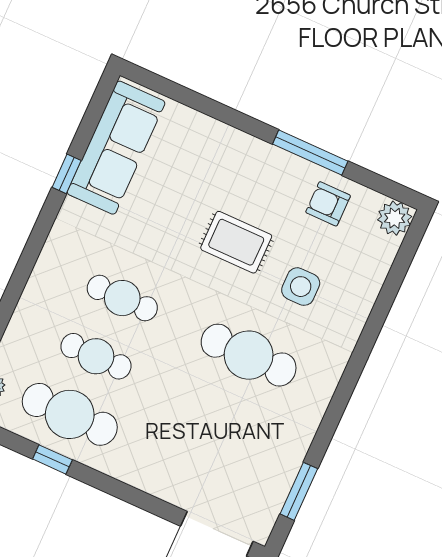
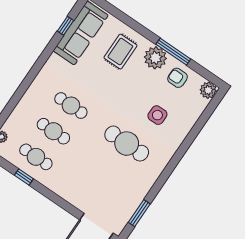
plant: (276, 171) -> (155, 58), added
window: (67, 174) -> (65, 26), moved
rug: (236, 242) -> (120, 52), moved, turned 90
cafe table: (70, 414) -> (36, 157), width x0.73, depth x0.74

